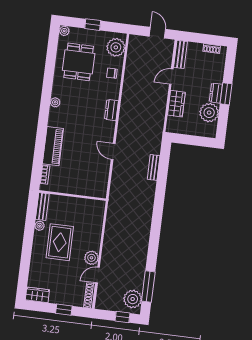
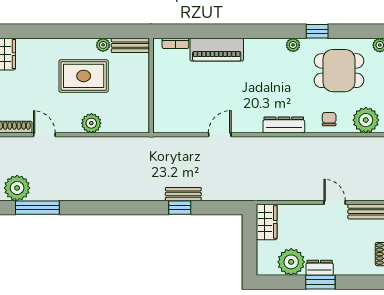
window: (49, 74) -> (317, 31), added
plant: (55, 102) -> (293, 45), moved
wardrobe: (176, 104) -> (267, 222), moved, turned -90
dresser: (111, 110) -> (284, 125), width x1.44
bench: (154, 167) -> (183, 194), moved
window: (161, 186) -> (180, 208), added
plant: (91, 258) -> (91, 123), moved

